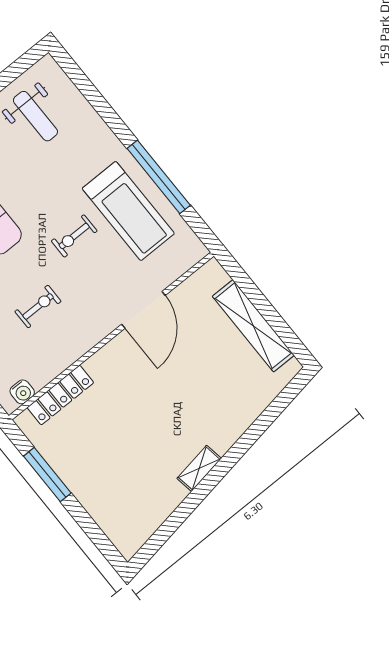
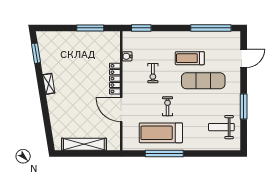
water cooler: (22, 392) -> (127, 56), moved
locker: (60, 395) -> (115, 79), moved
window: (165, 532) -> (36, 53), added

